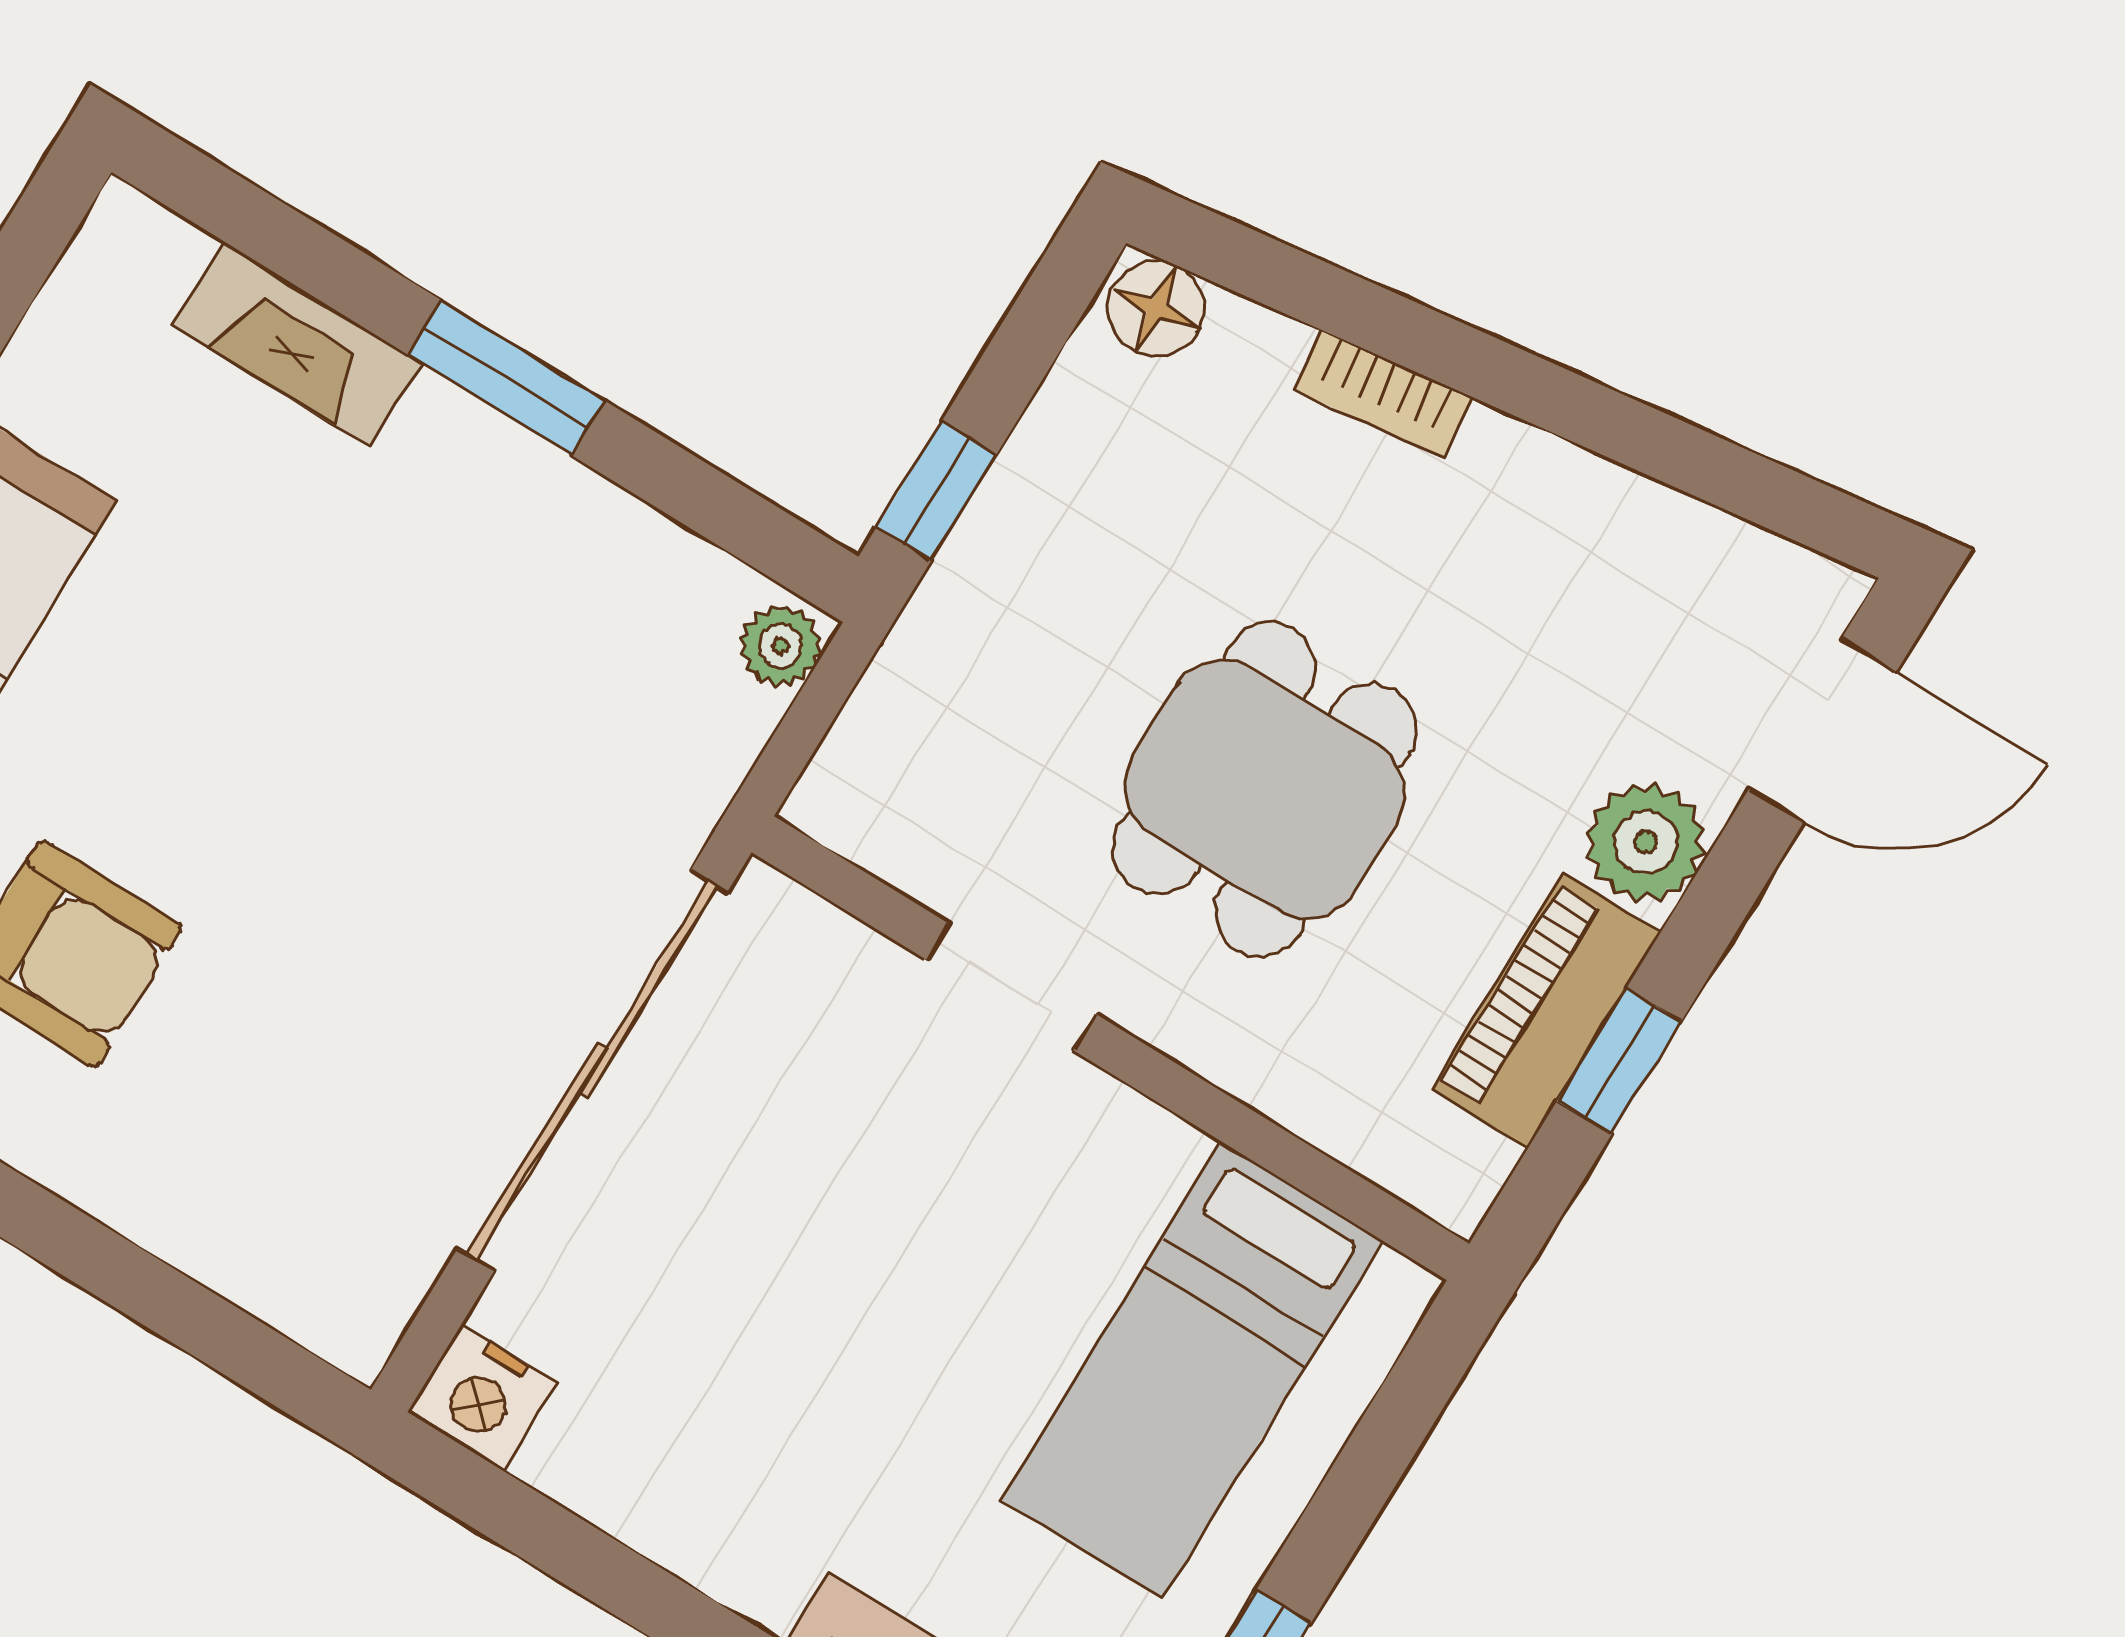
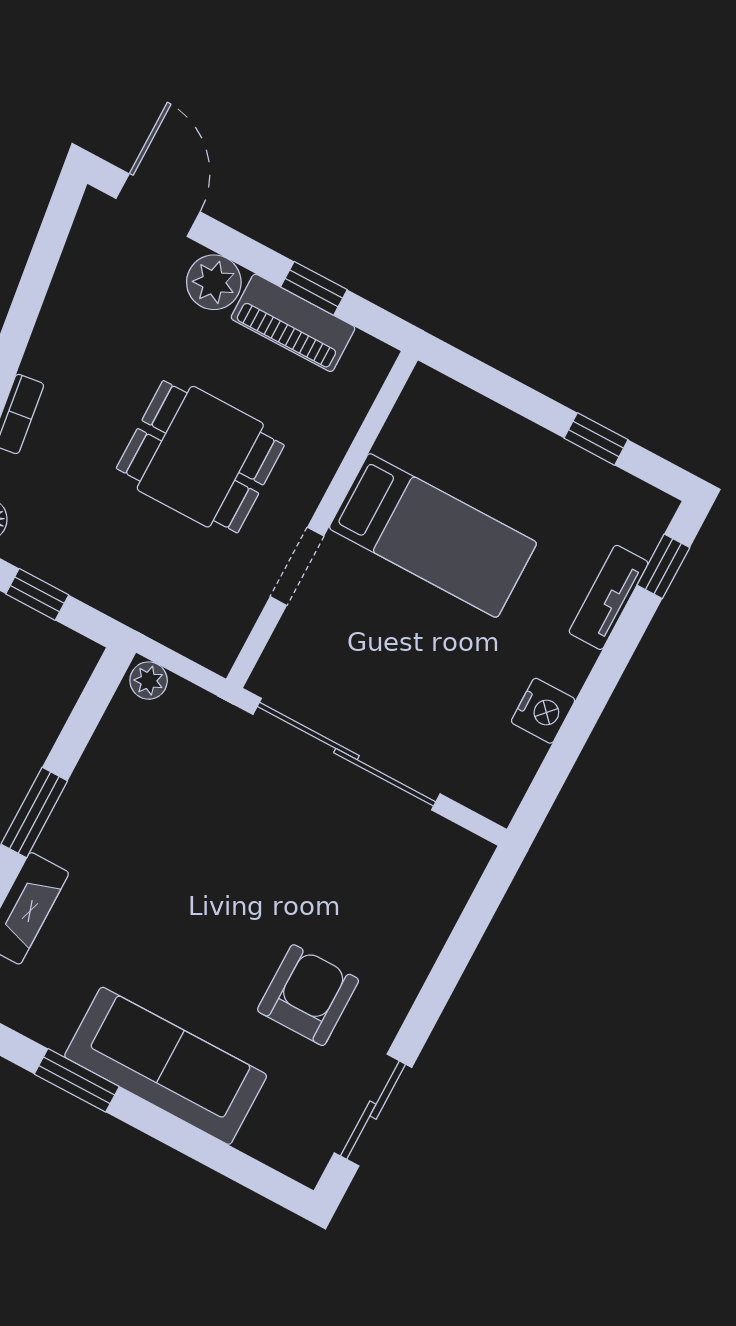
window: (937, 491) -> (37, 594), moved
bed: (1192, 1370) -> (433, 535), moved
nightstand: (482, 1397) -> (543, 711), moved

